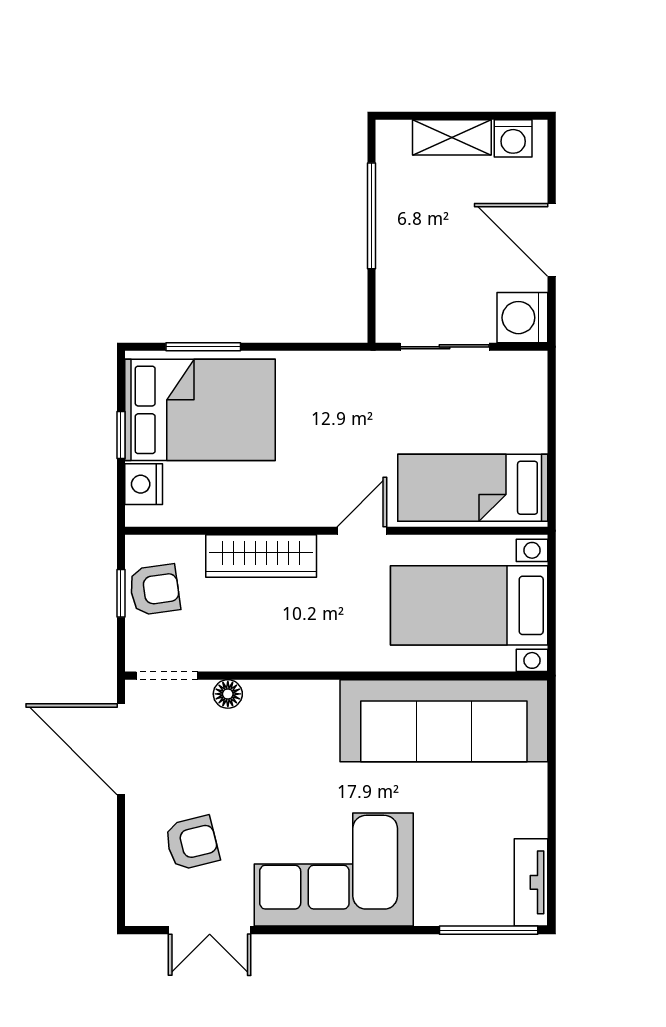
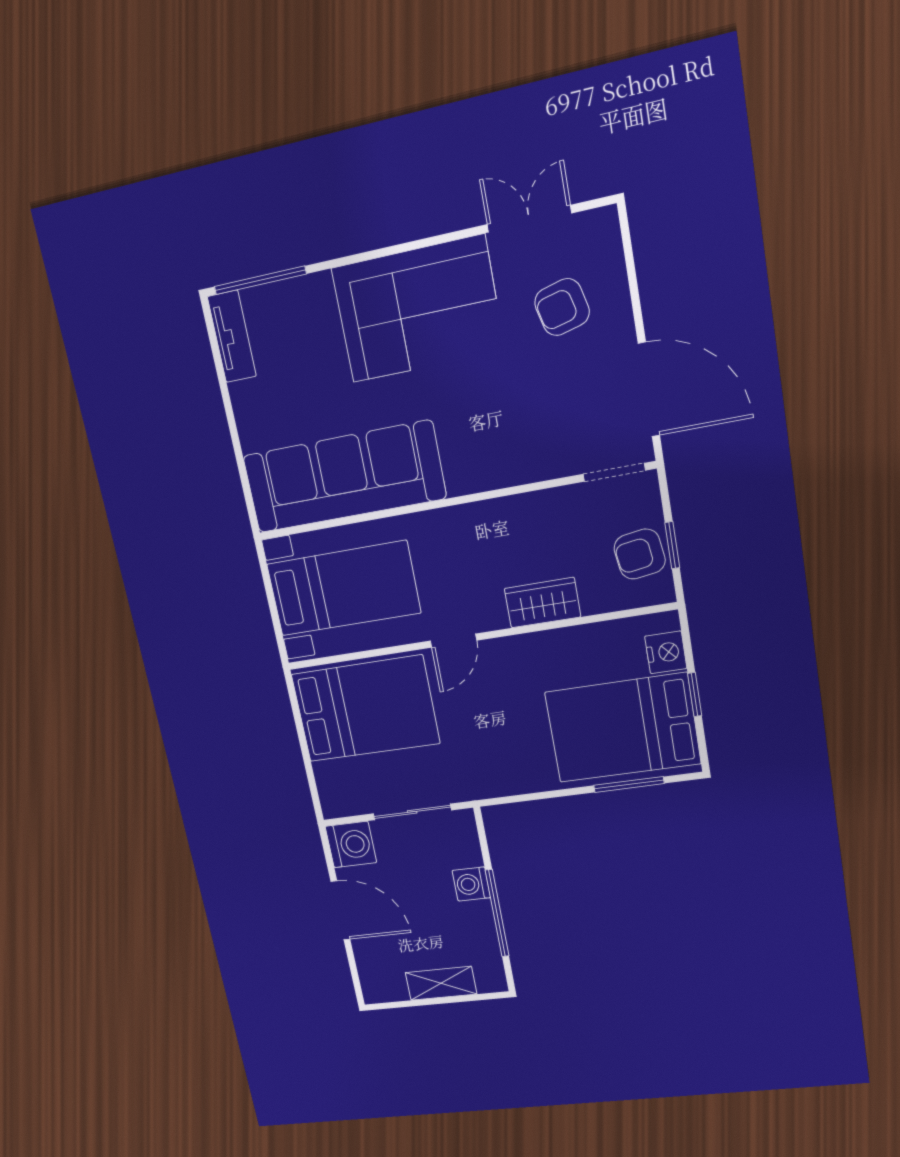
washing machine: (513, 138) -> (471, 884), moved, turned -90
bed: (473, 488) -> (366, 709), width x1.50
wardrobe: (261, 556) -> (542, 603), width x0.67
floor lamp: (228, 694) -> (552, 465), removed

